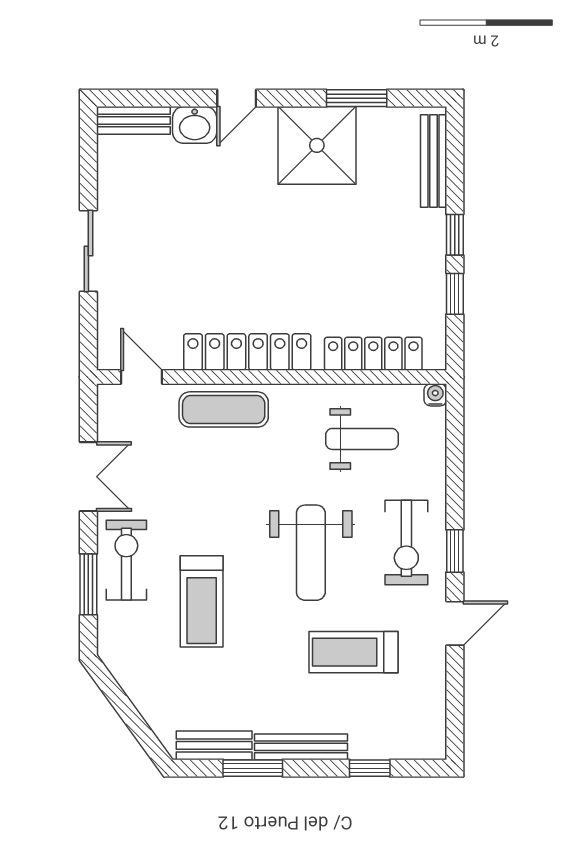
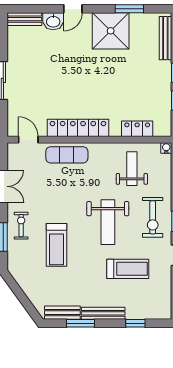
locker: (373, 354) -> (137, 129), width x0.66
weight bench: (362, 439) -> (132, 169), turned -90
exercise bike: (126, 560) -> (21, 226), width x0.73, depth x0.72
treadmill: (354, 652) -> (128, 269), turned 180

